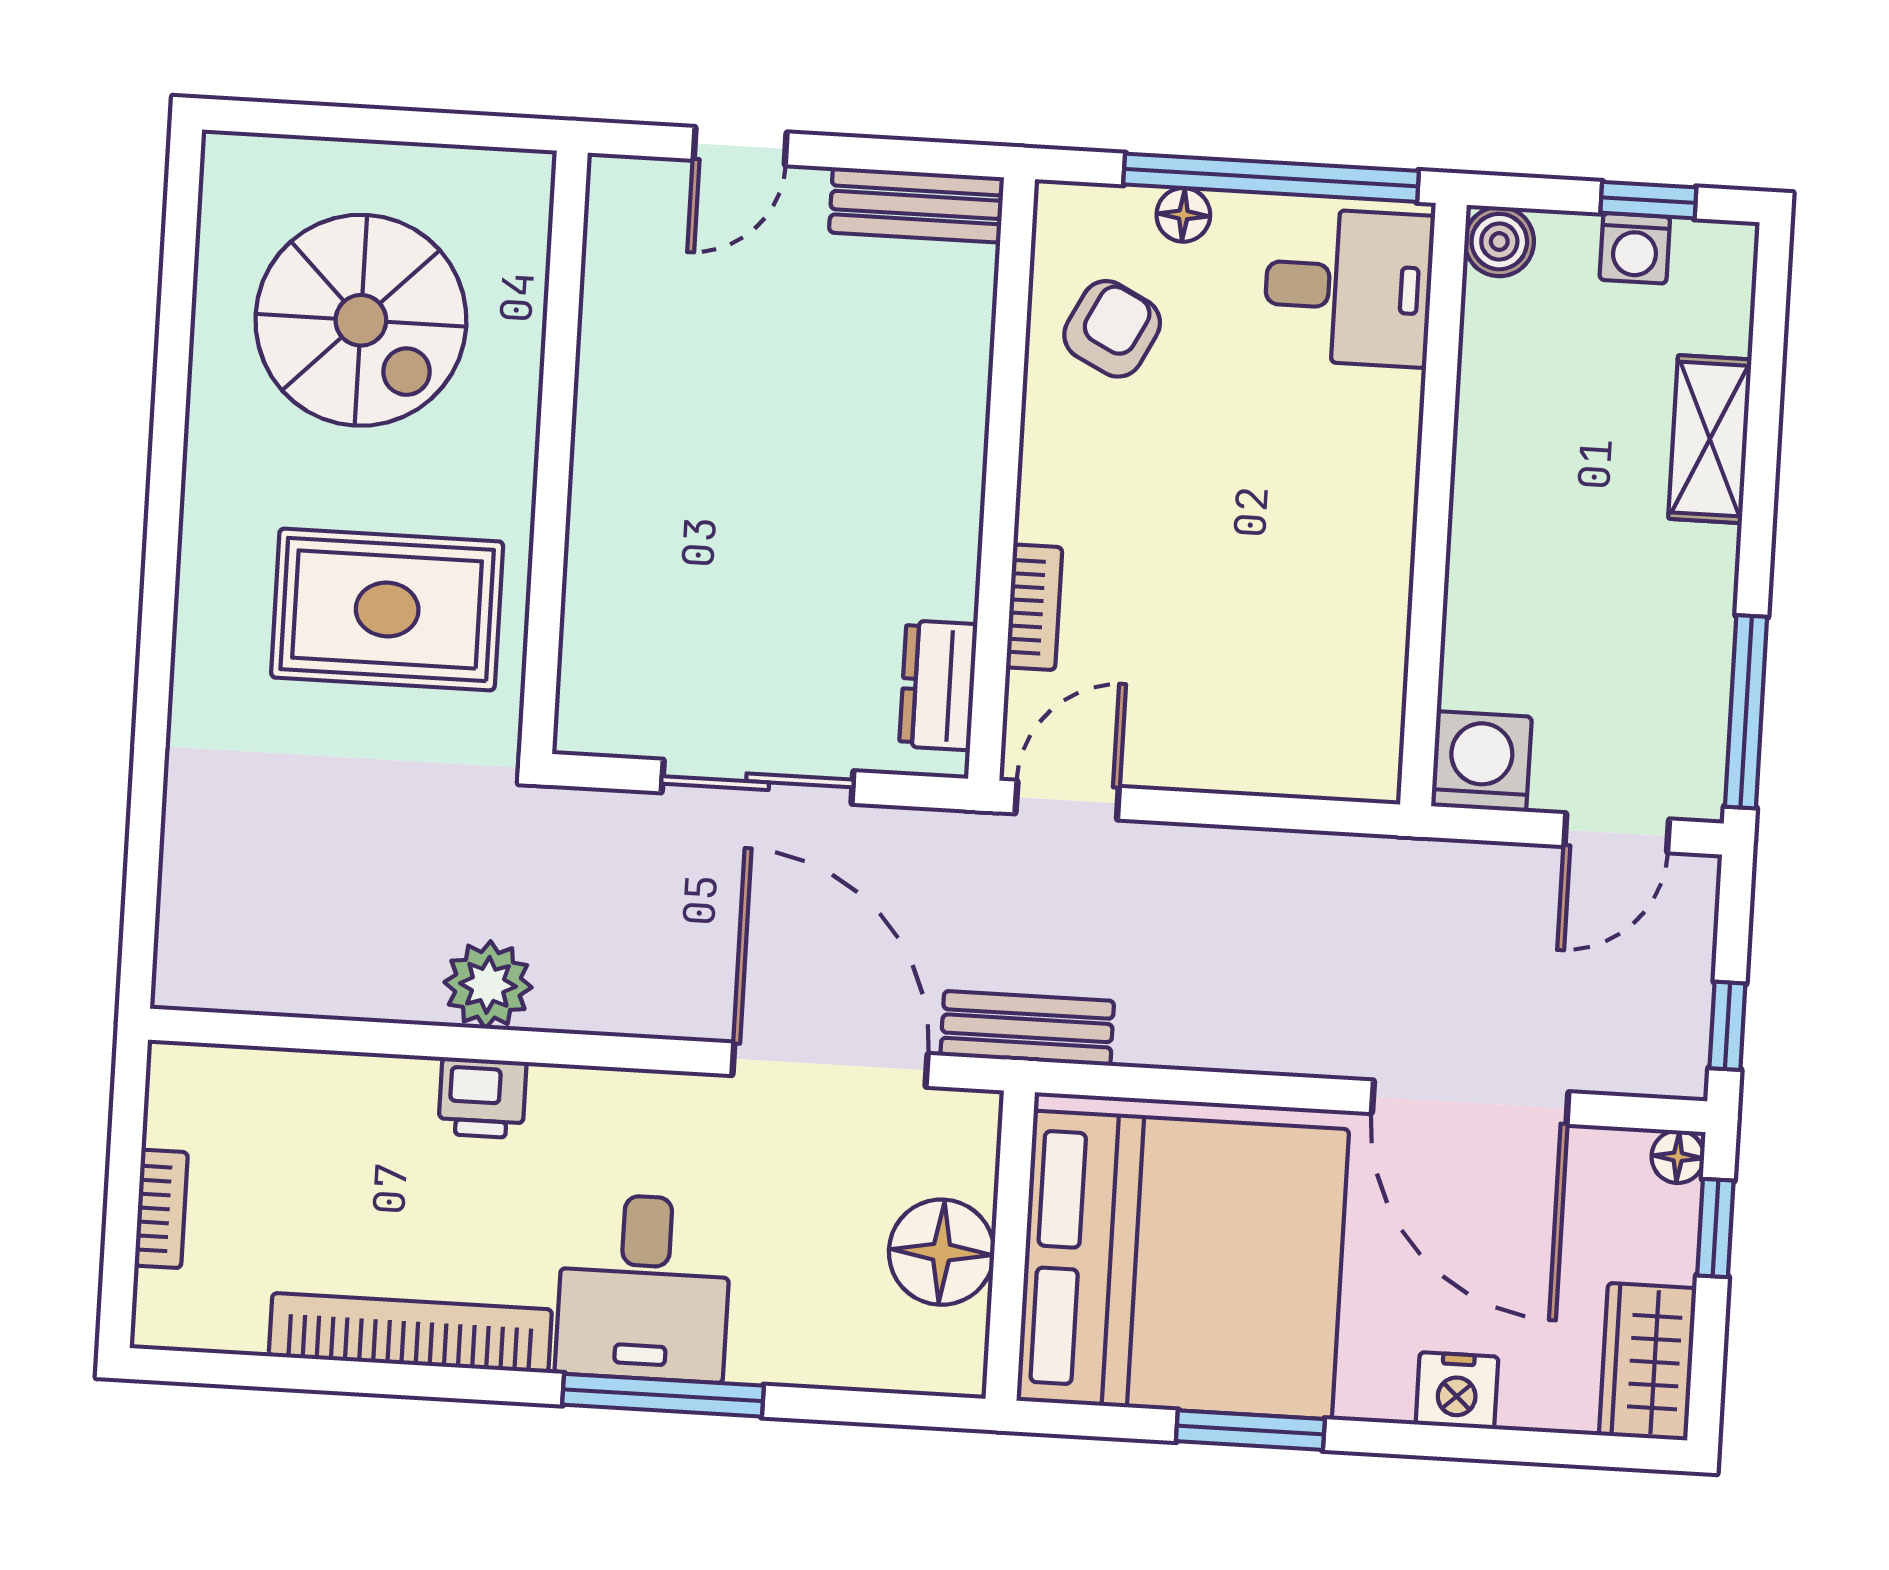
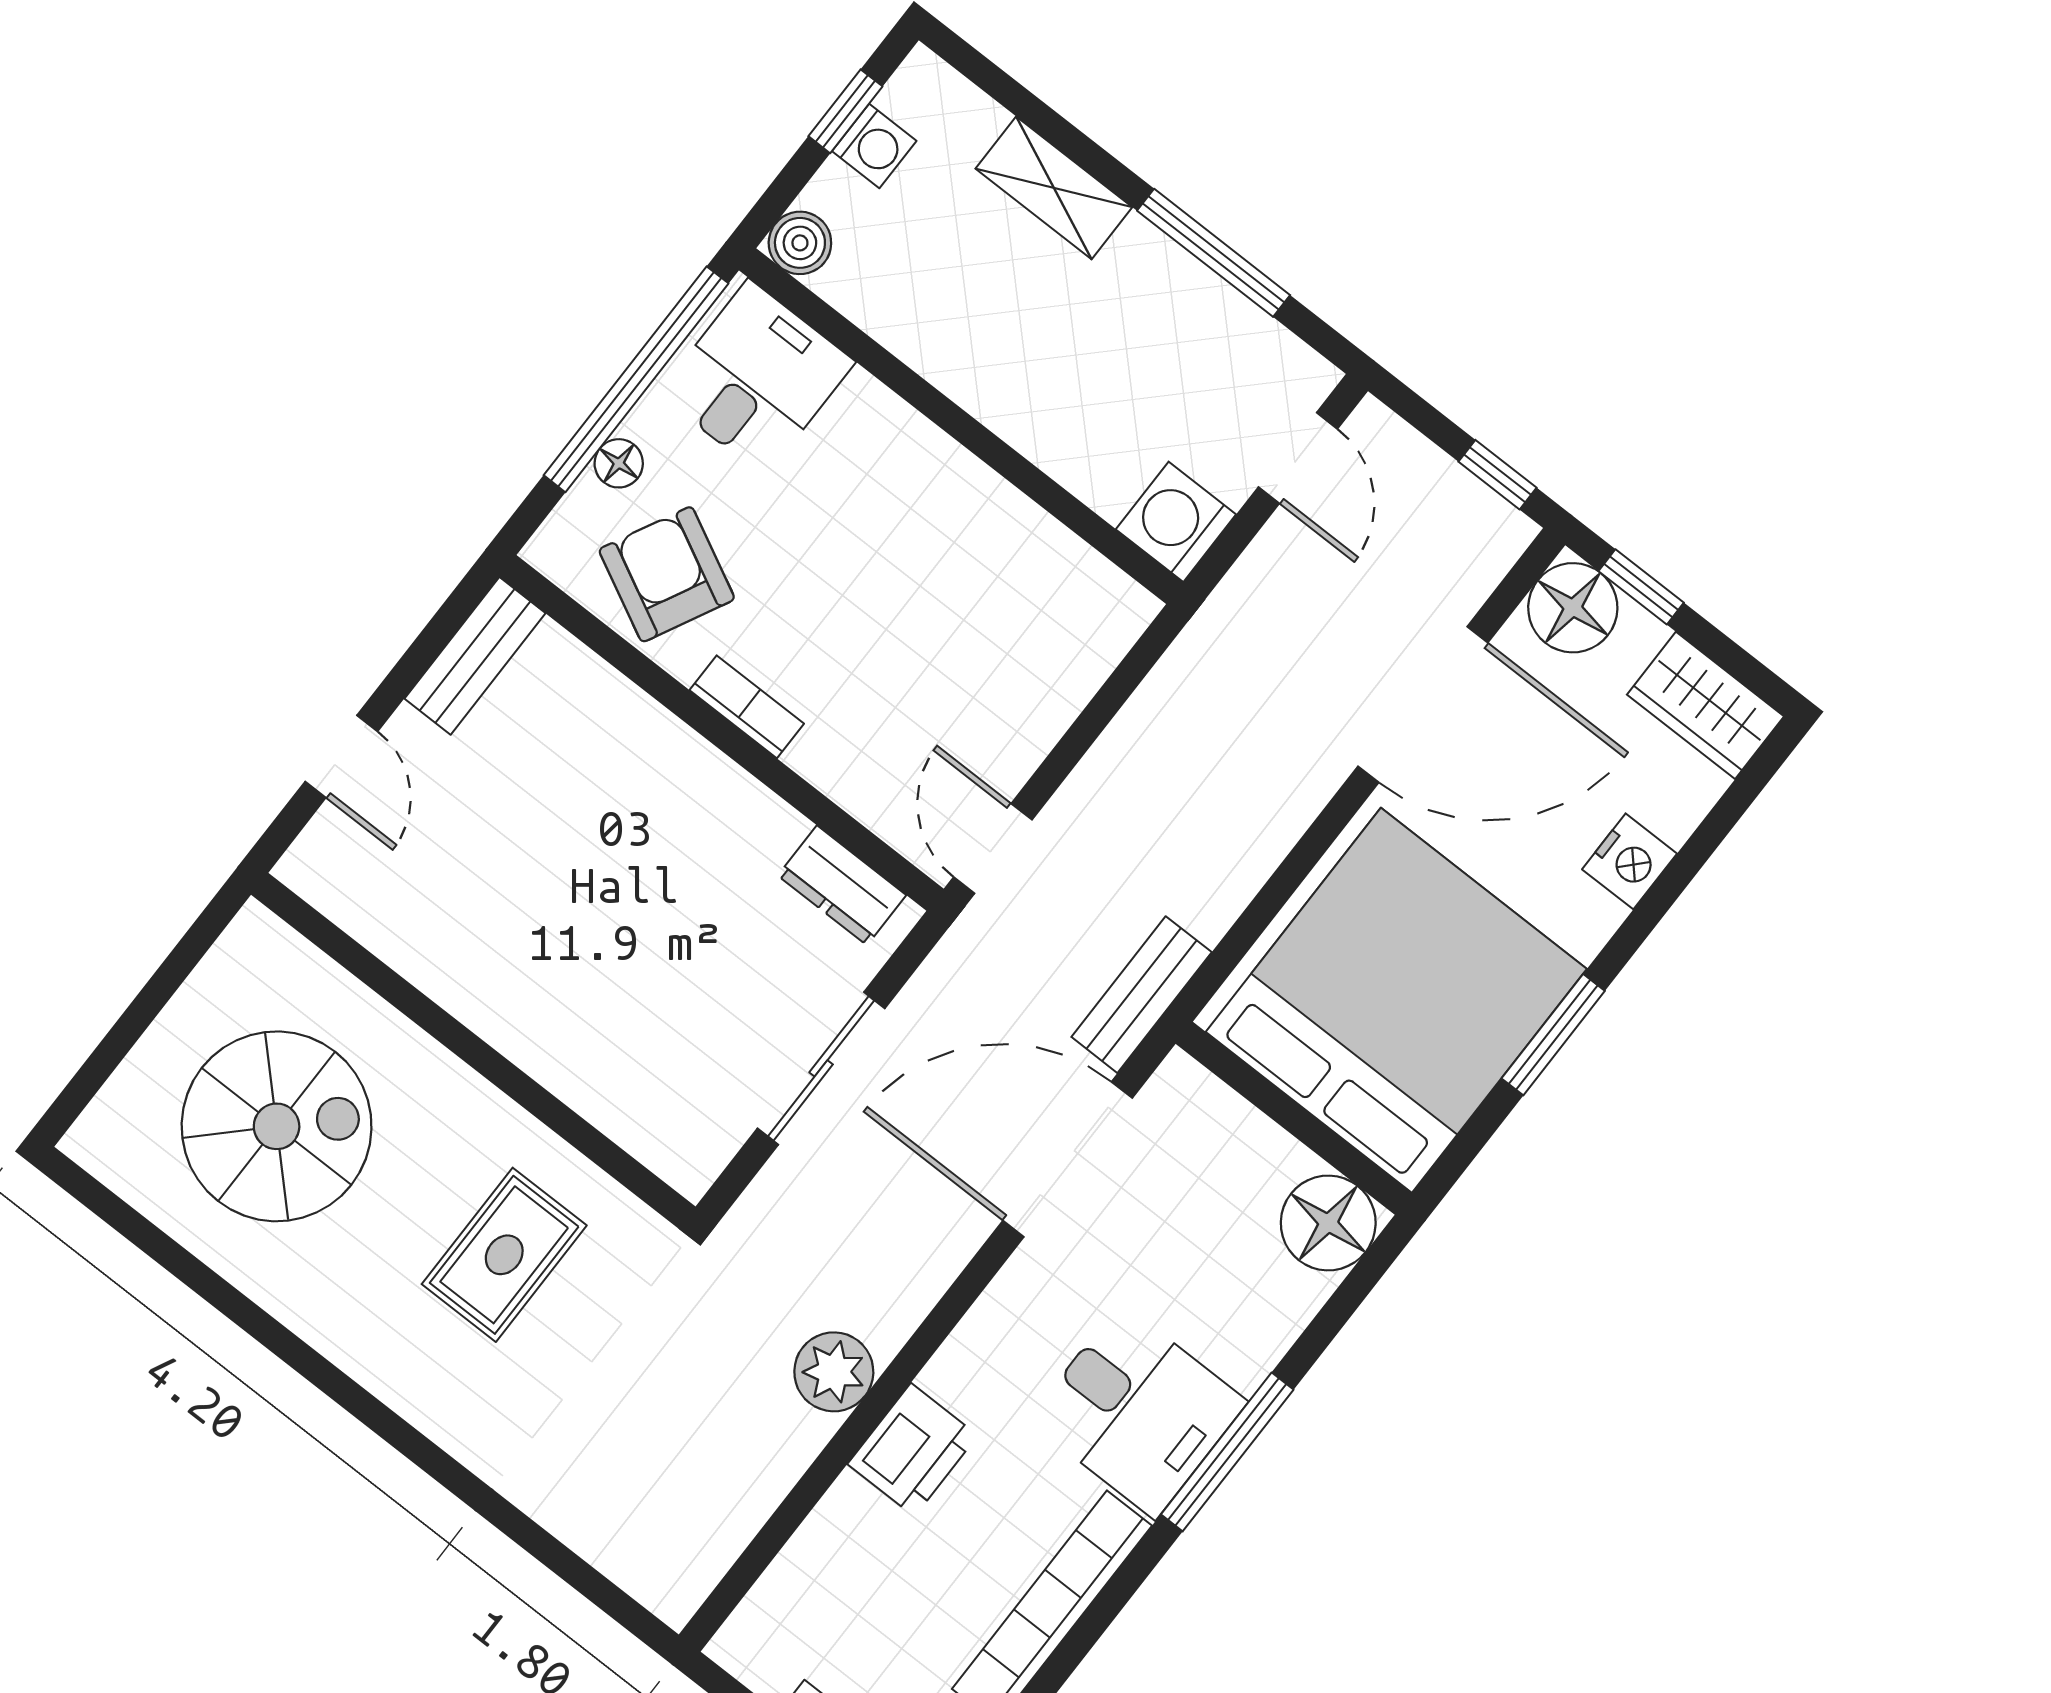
armchair: (1112, 329) -> (667, 574), width x1.38, depth x1.38
bookcase: (1034, 607) -> (747, 707), moved
rug: (387, 609) -> (504, 1255), width x0.73, depth x0.70
window: (1746, 712) -> (1214, 253), moved
printer: (482, 1098) -> (913, 1450), width x1.36, depth x1.24
floor lamp: (1678, 1157) -> (1573, 608), width x1.89, depth x1.89
floor lamp: (942, 1252) -> (1328, 1223), moved

